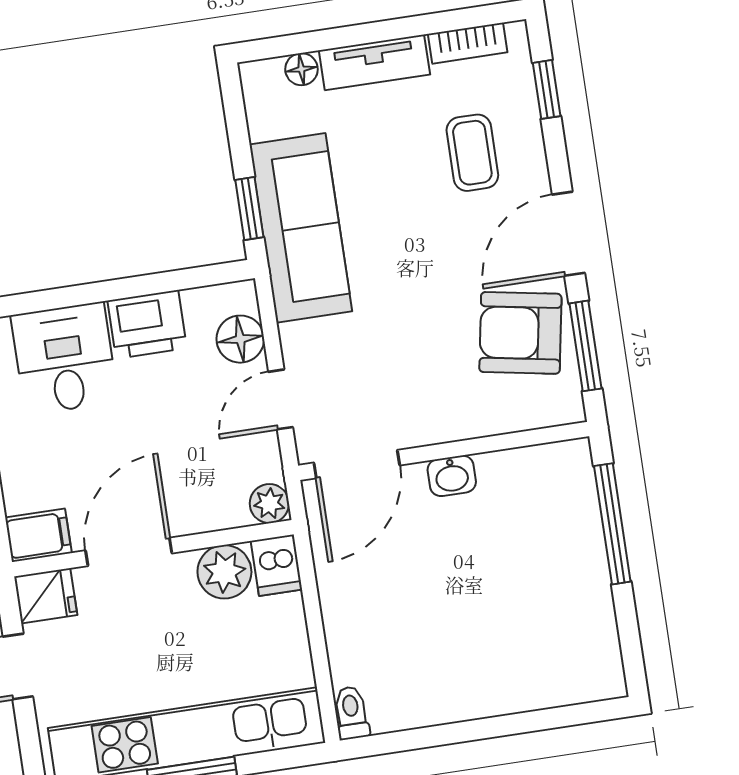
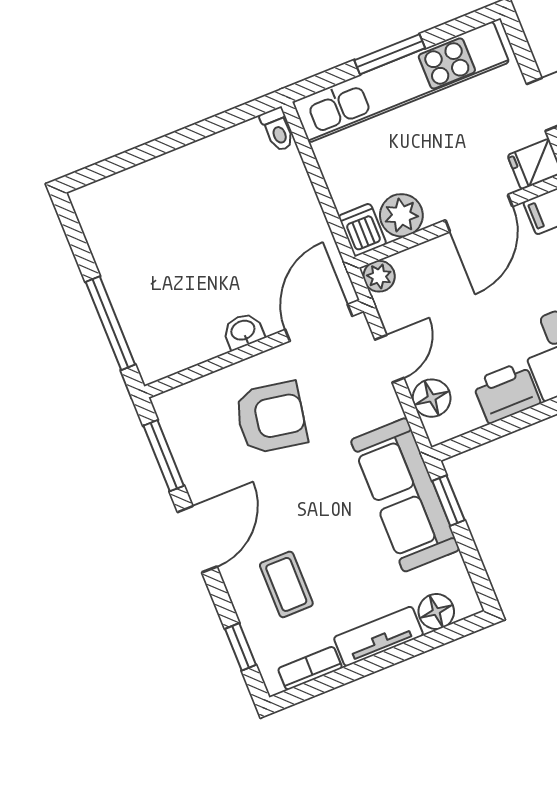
floor lamp: (301, 69) -> (436, 612), width x1.37, depth x1.37
armchair: (520, 333) -> (271, 418), moved

